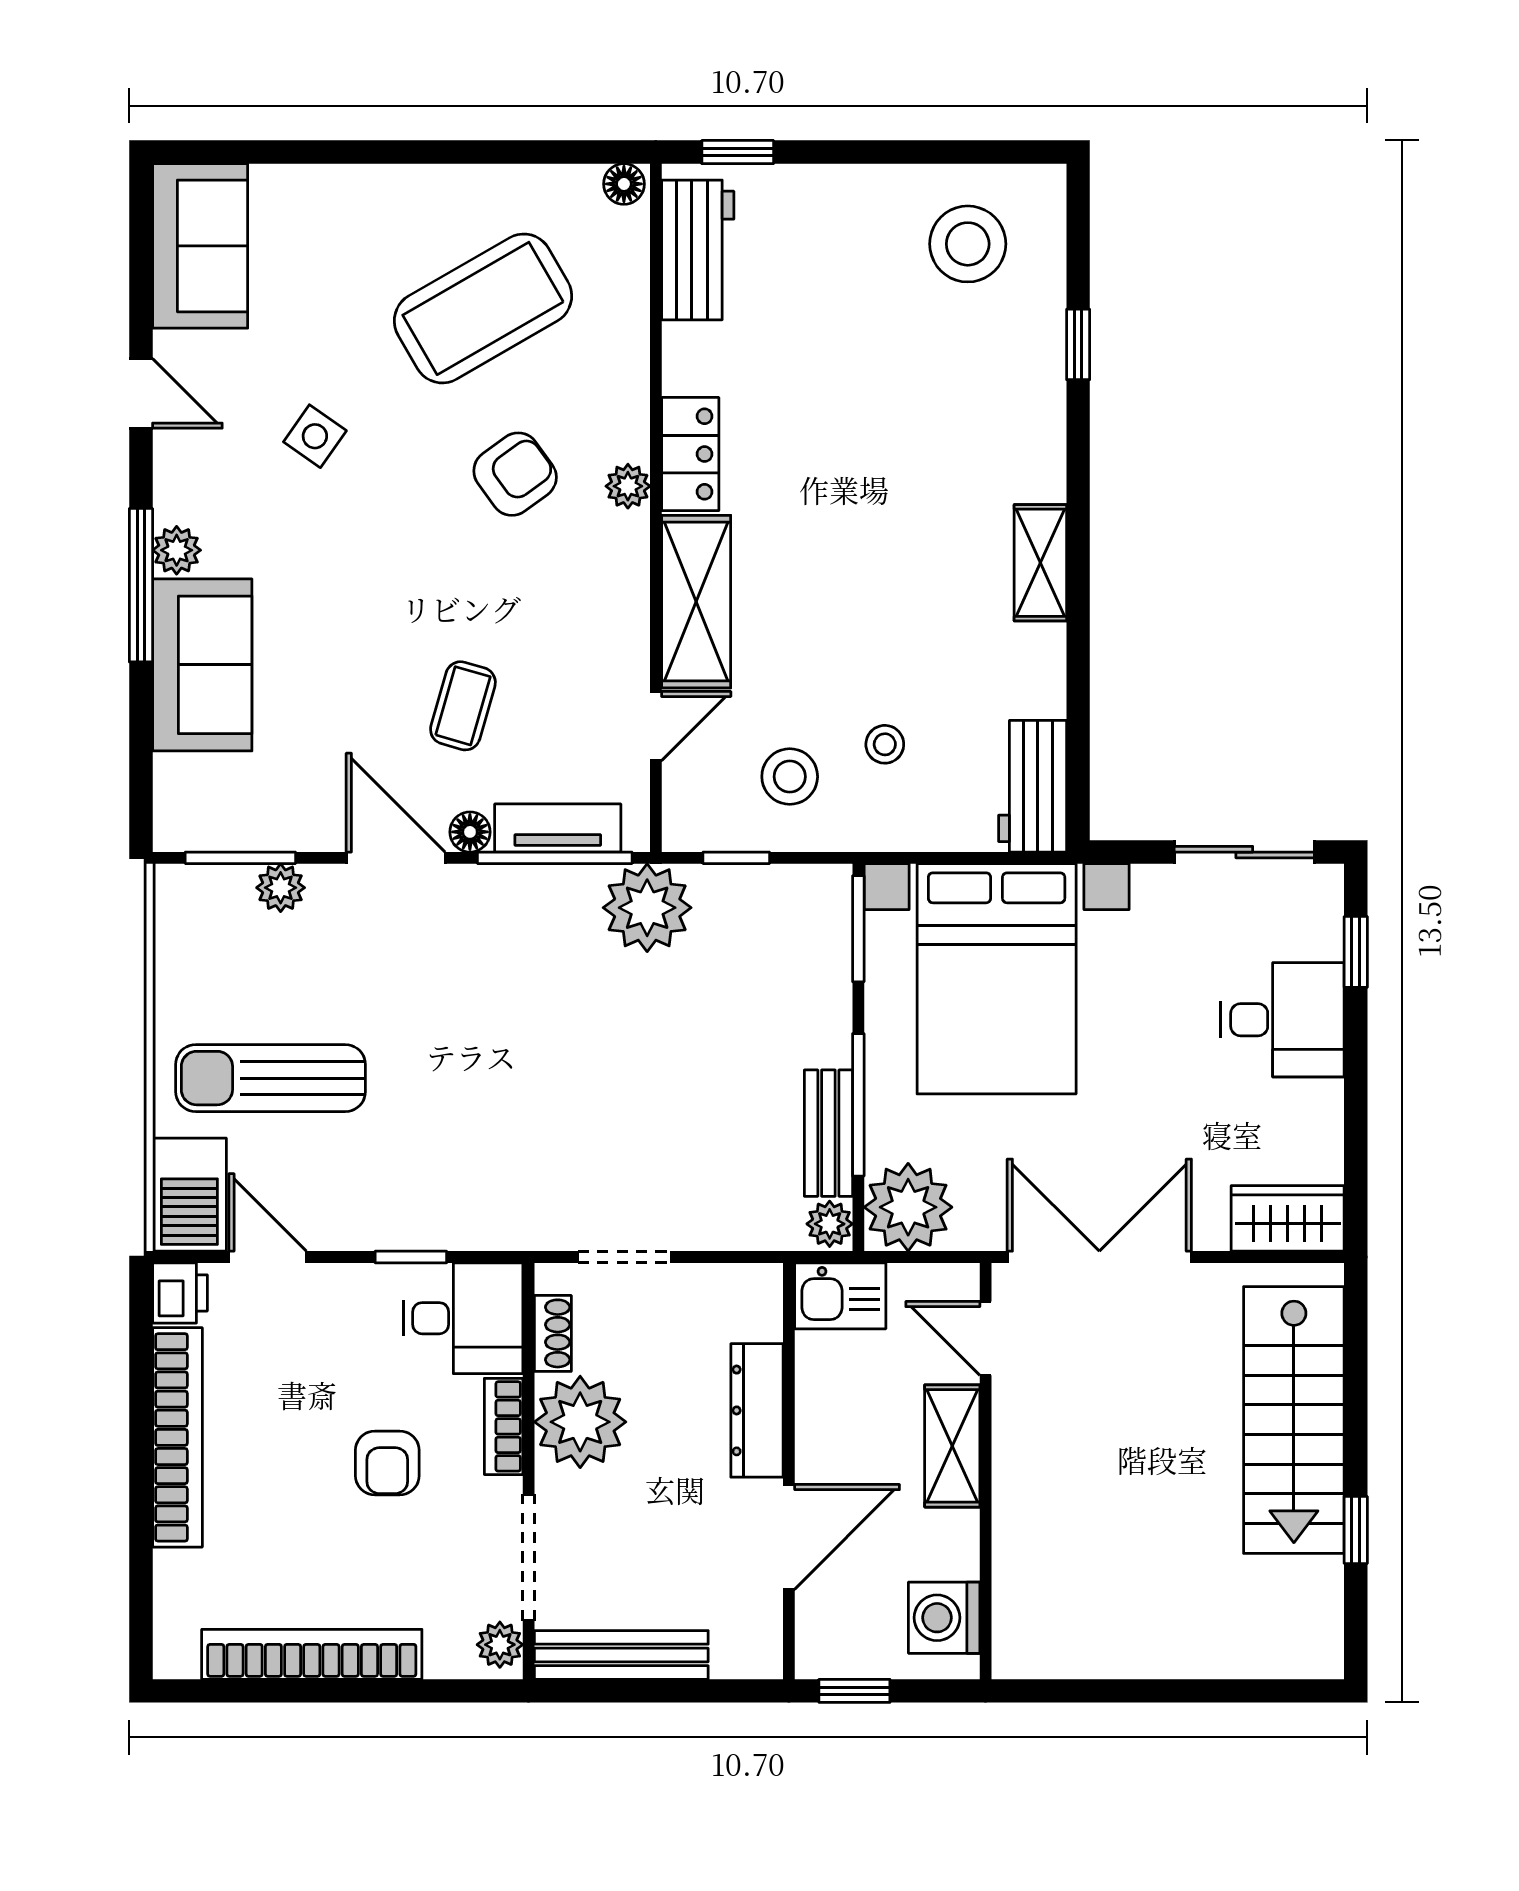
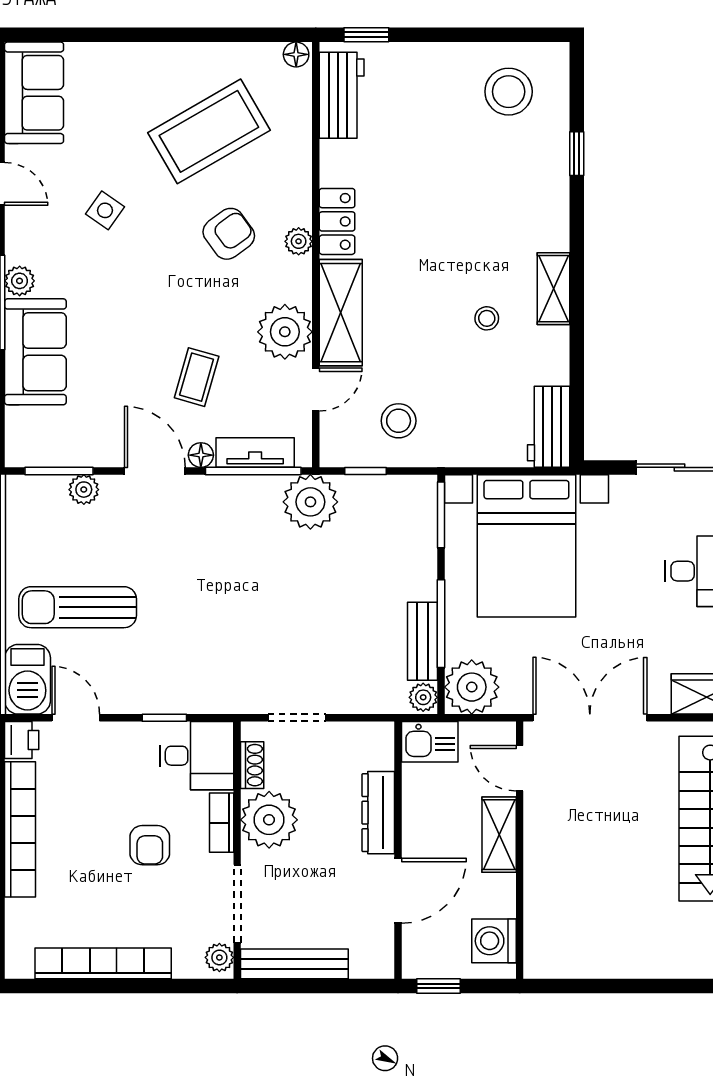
plant: (606, 633) -> (285, 332), added
stool: (885, 744) -> (487, 318), moved

